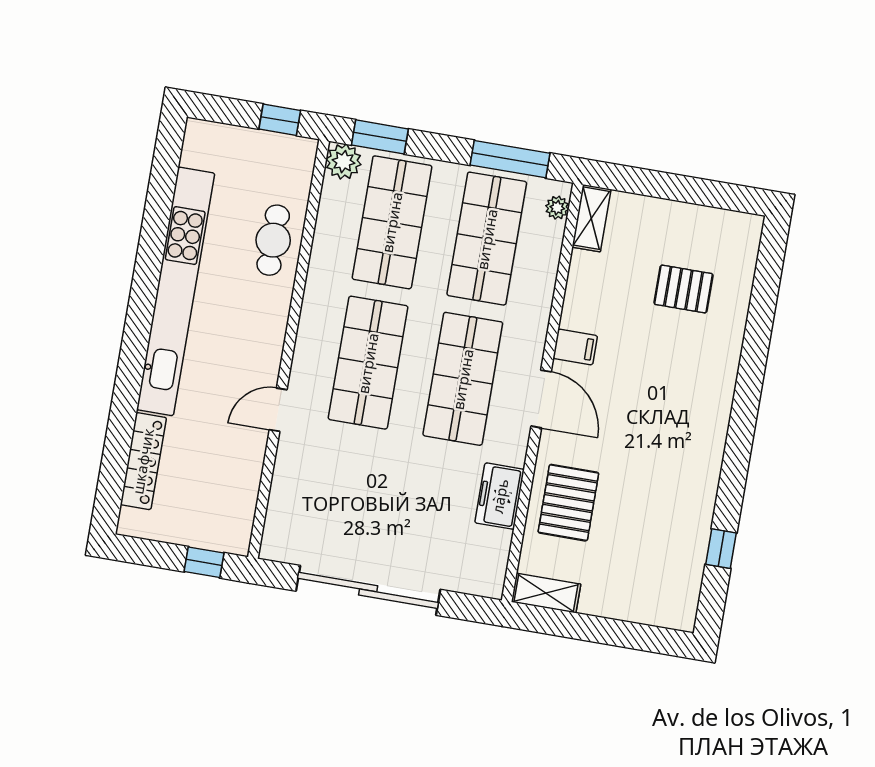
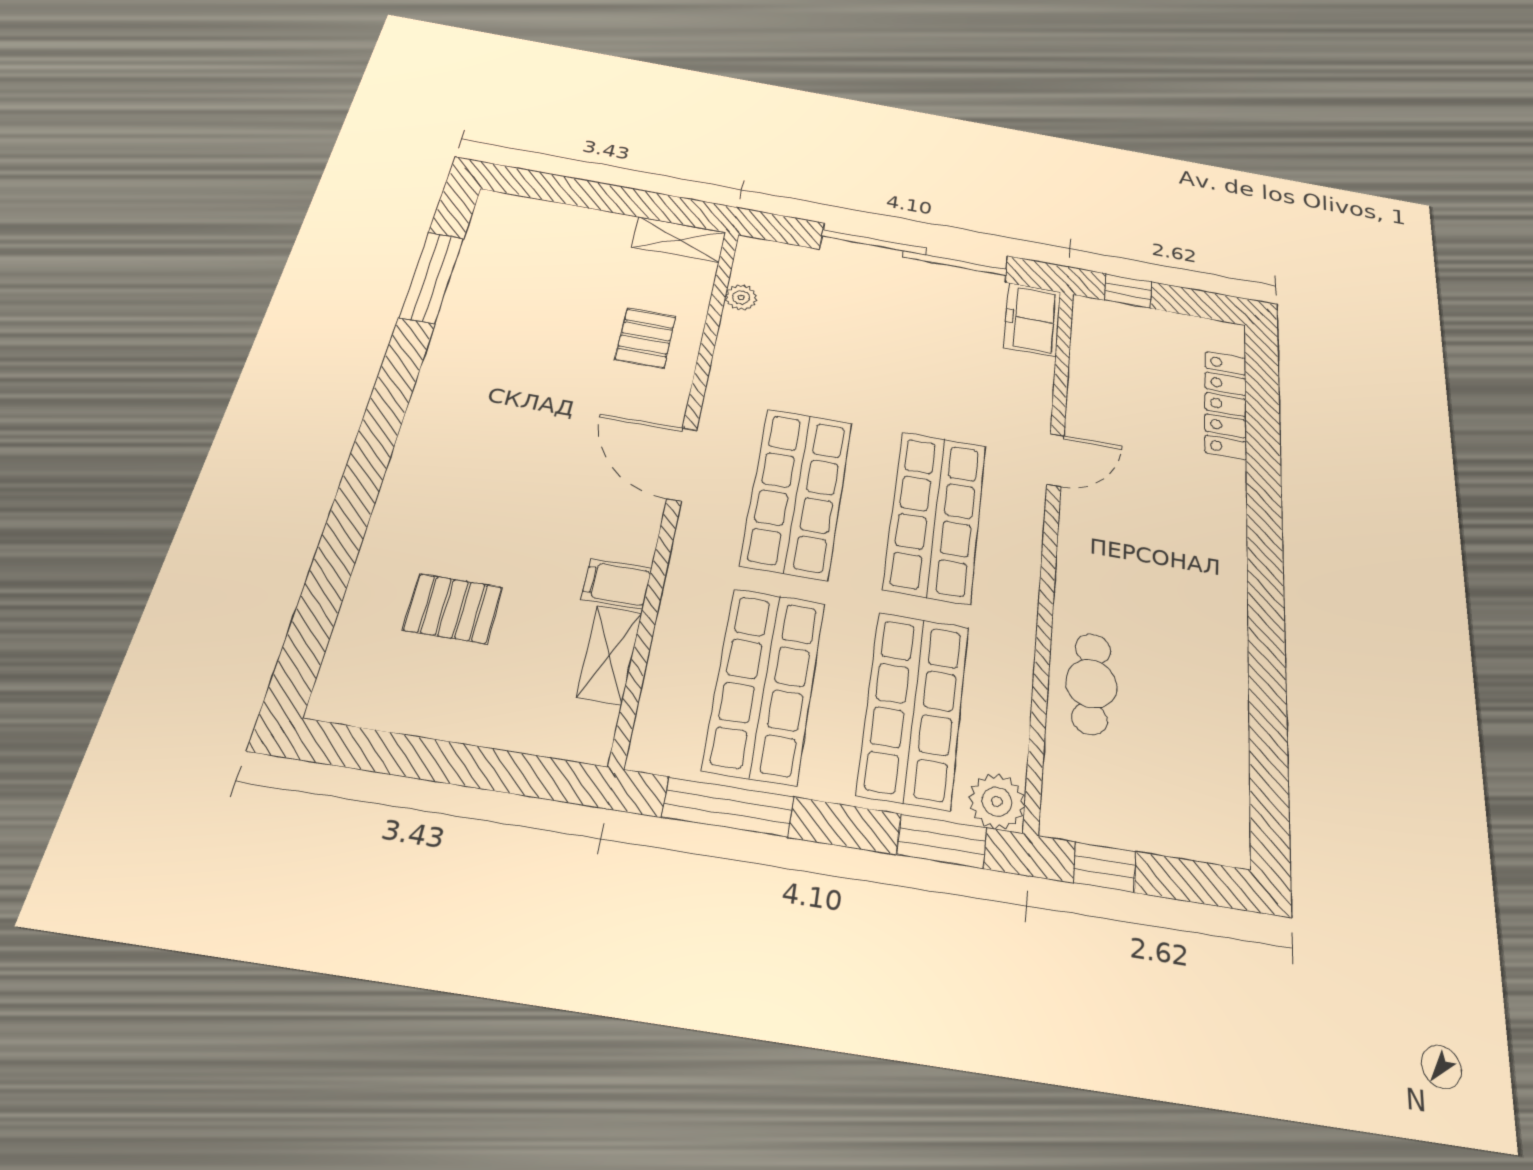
plant: (557, 208) -> (741, 297), moved
shelving: (591, 218) -> (609, 655), moved
kitchen unit: (176, 291) -> (1222, 614), removed
filing cabinet: (575, 347) -> (617, 584), moved
freezer: (500, 496) -> (1032, 320), moved, turned 180
pallet: (568, 503) -> (645, 338), width x0.67, depth x0.71
window: (721, 549) -> (432, 278), width x2.17

